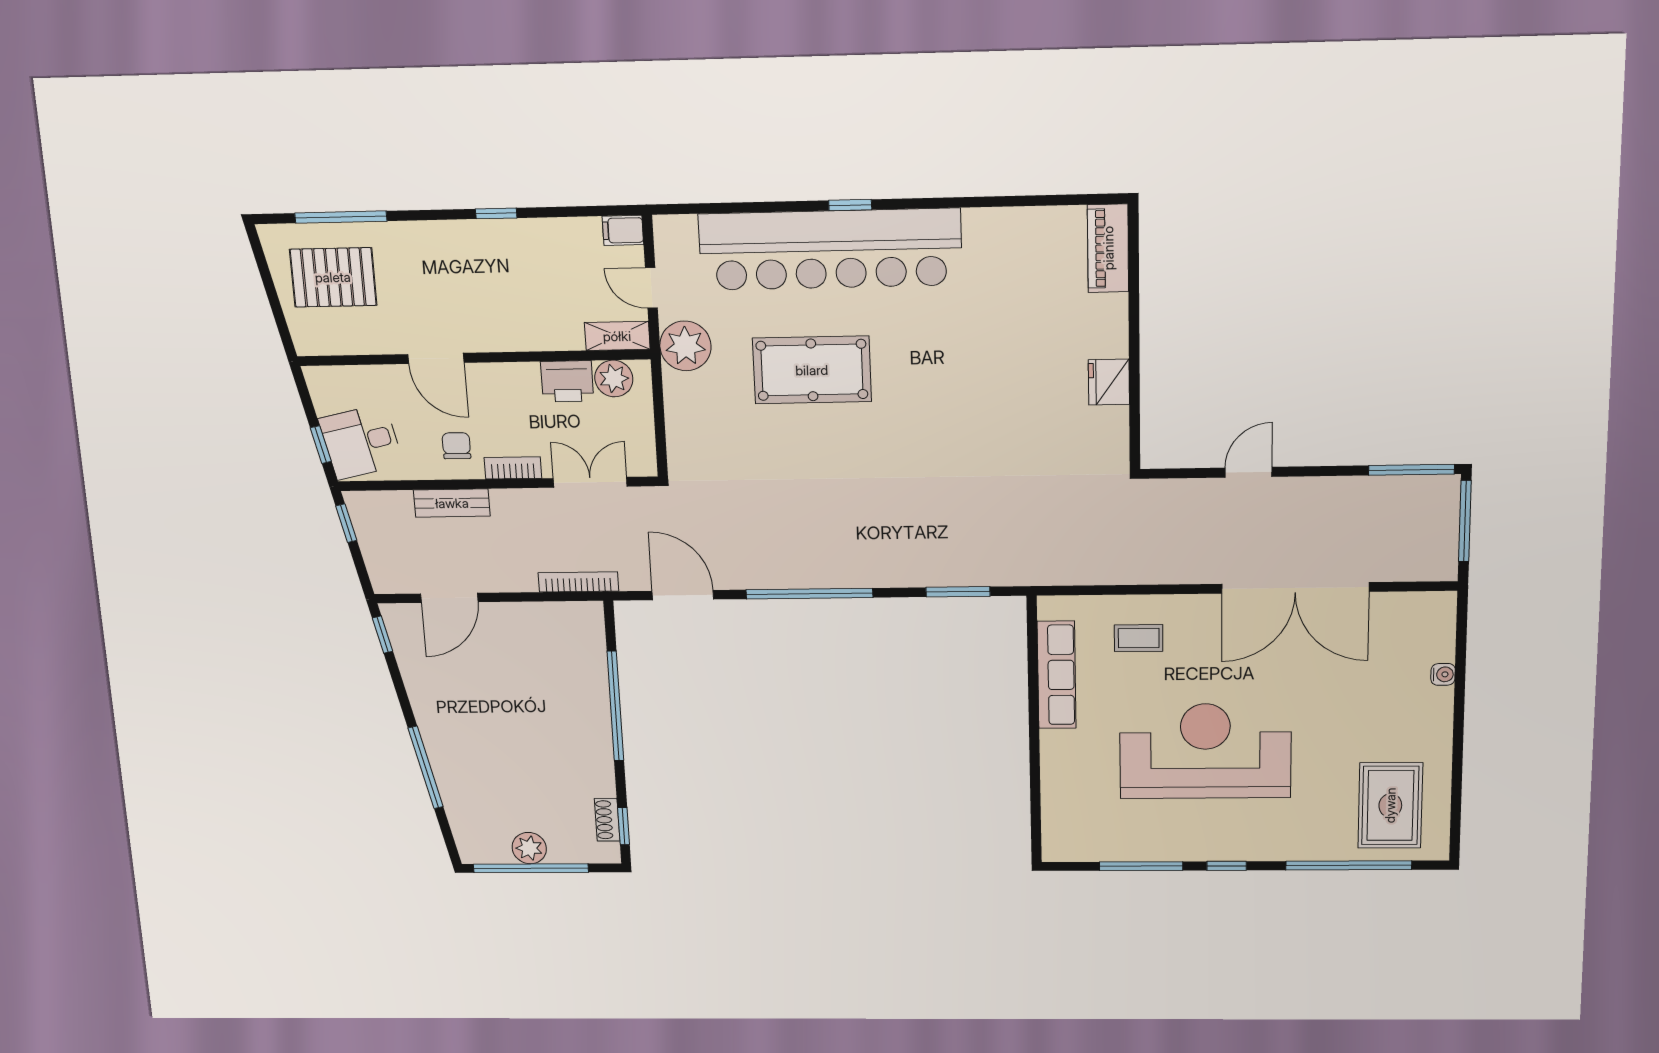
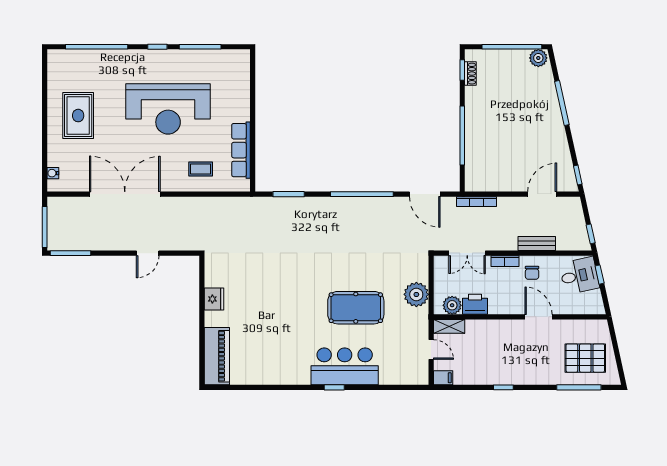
piano: (1108, 248) -> (217, 356), width x1.37, depth x1.33
bar counter: (830, 249) -> (345, 366), width x0.54
plant: (685, 346) -> (416, 294), moved
water cooler: (1443, 674) -> (53, 173), moved
rug: (1390, 805) -> (78, 116), moved
plant: (529, 848) -> (538, 58), moved

